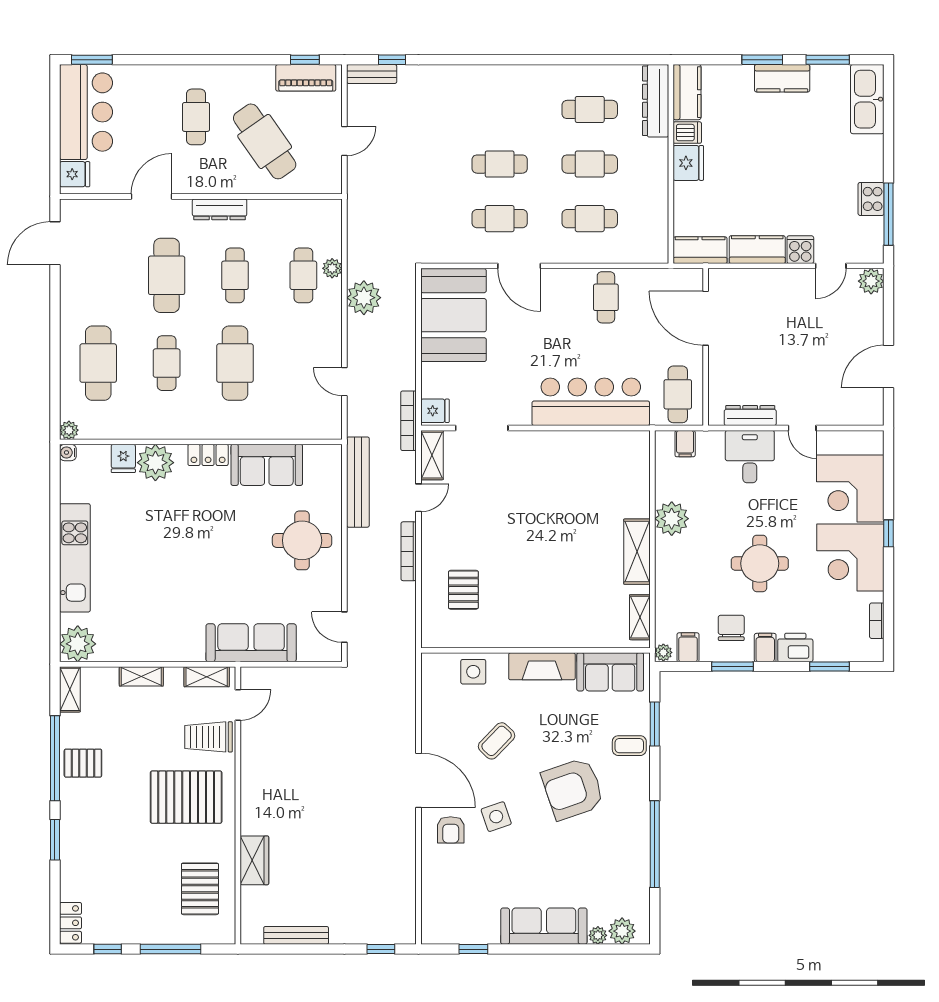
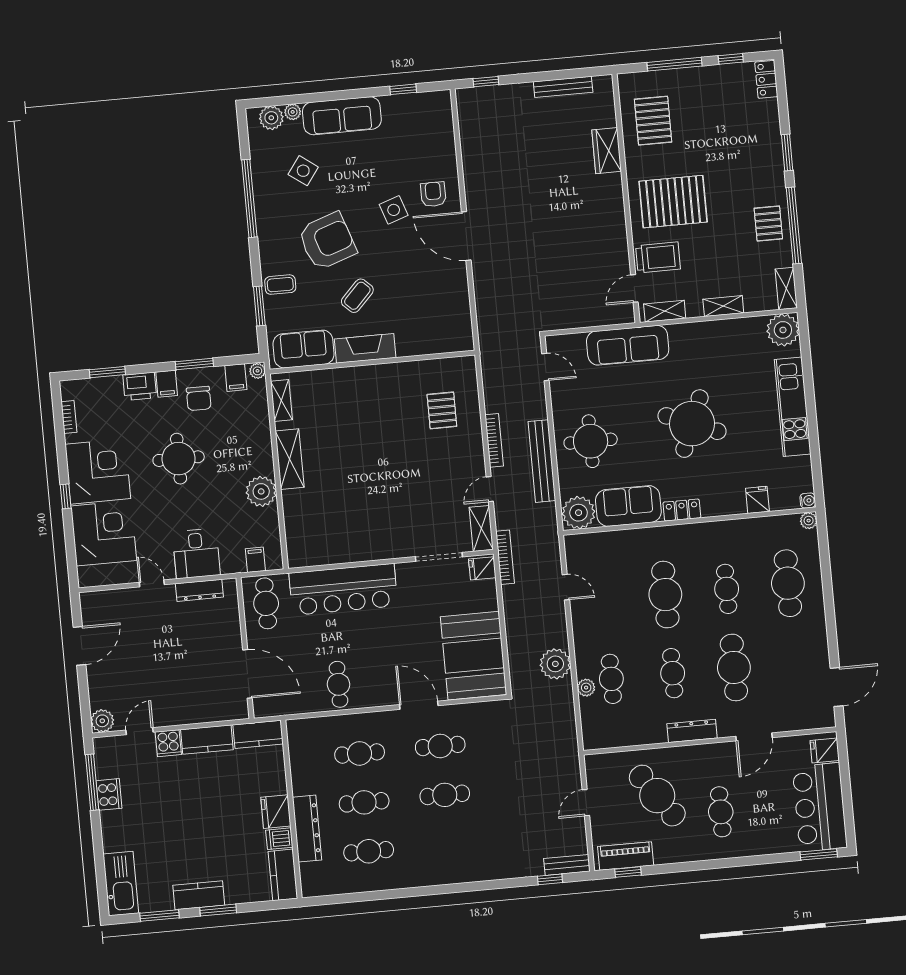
dresser: (656, 101) -> (307, 829), moved
plant: (155, 463) -> (579, 513), moved
bench: (358, 482) -> (542, 461), moved
round table: (188, 550) -> (692, 424), added
side table: (473, 672) -> (303, 171), moved, turned 36
coffee table: (497, 741) -> (357, 296), moved
pallet: (83, 763) -> (768, 224), turned 90

